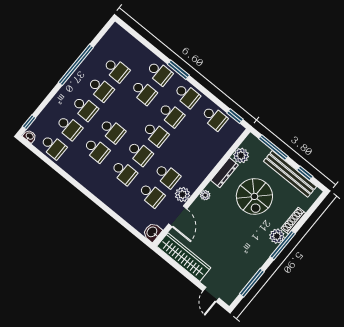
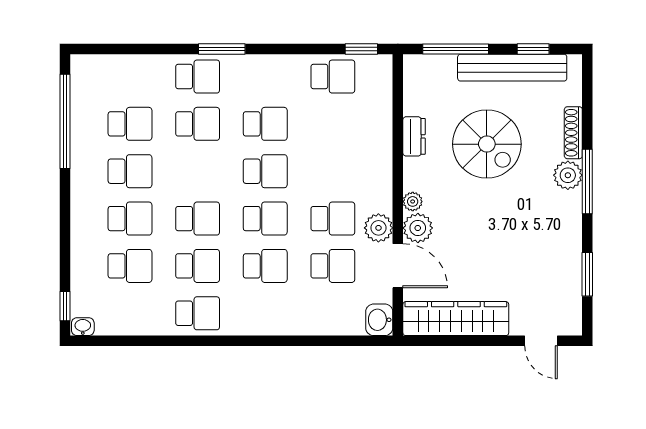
window: (76, 65) -> (65, 121), moved
school desk: (187, 95) -> (265, 77), removed
school desk: (53, 147) -> (198, 313), moved
plant: (241, 156) -> (418, 228), moved
dresser: (224, 173) -> (414, 136), width x0.70
window: (252, 283) -> (587, 274), width x0.69

